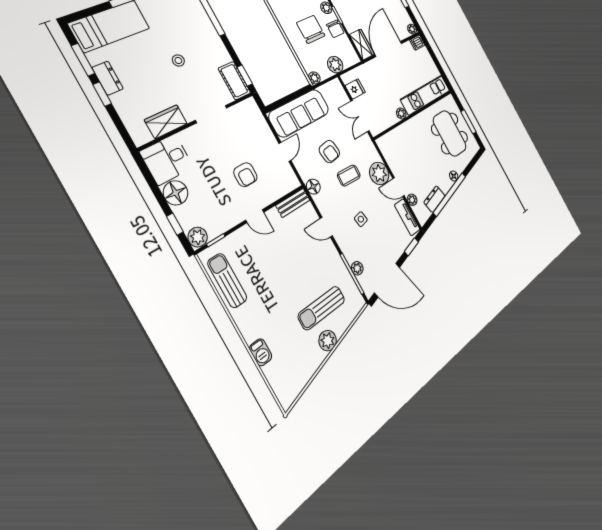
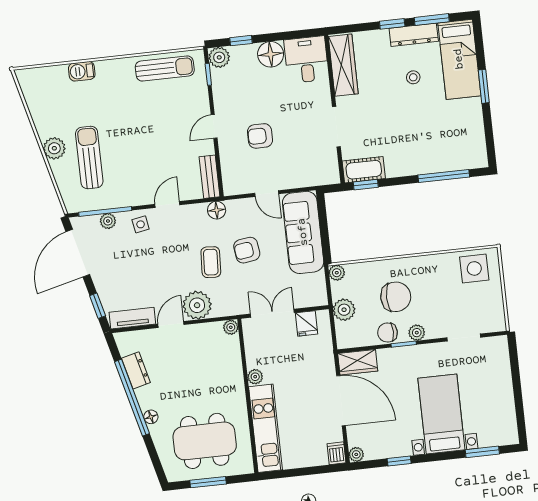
stool: (178, 60) -> (413, 77), moved
dresser: (108, 78) -> (414, 35), width x1.44
wardrobe: (166, 122) -> (343, 65), width x1.50
plant: (412, 200) -> (231, 327), moved
side table: (361, 219) -> (141, 224), moved

